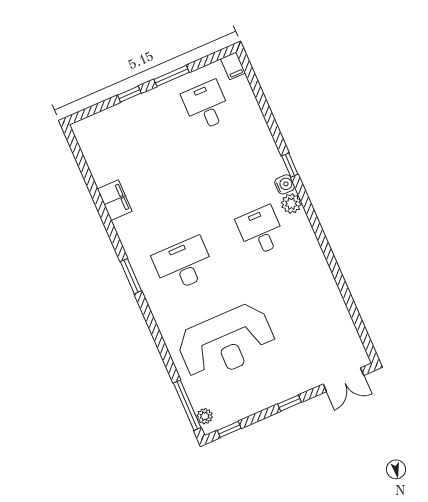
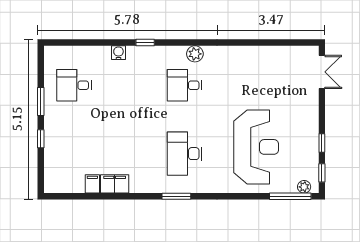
filing cabinet: (233, 66) -> (92, 184), moved, turned -90
water cooler: (285, 184) -> (118, 53), moved
plant: (291, 204) -> (195, 54), moved
window: (290, 403) -> (322, 143), moved

